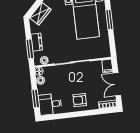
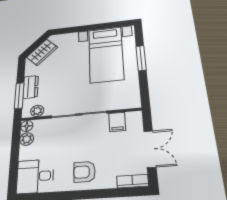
filing cabinet: (107, 66) -> (117, 122), moved
double door: (117, 84) -> (150, 149), swing flipped
window: (36, 99) -> (14, 166), removed

